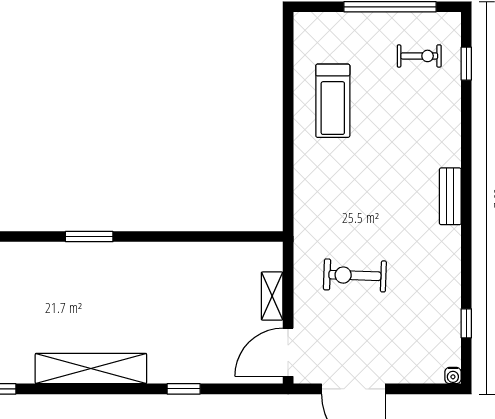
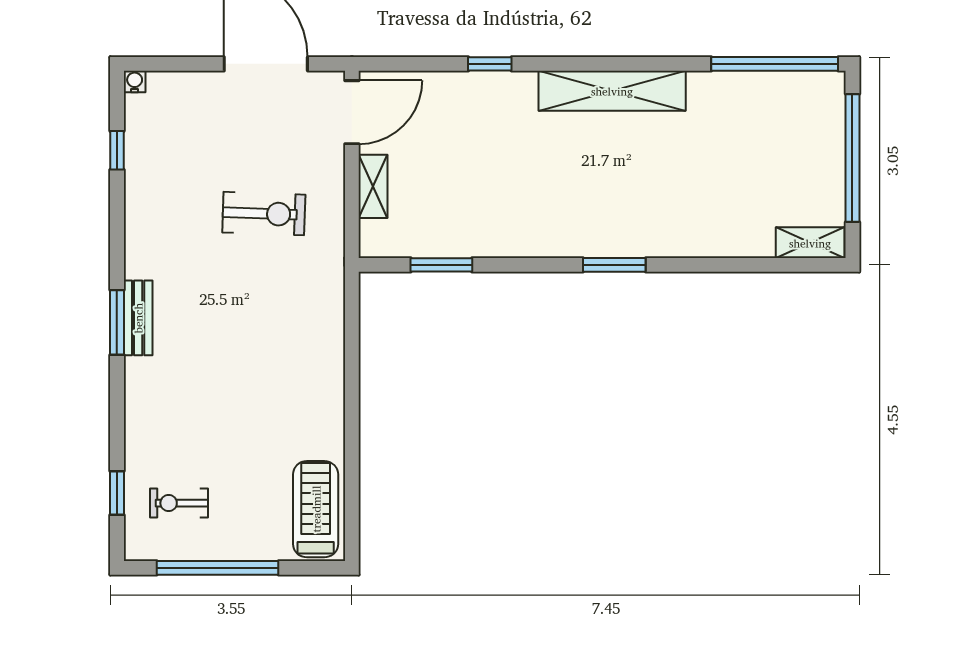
treadmill: (333, 101) -> (316, 509), moved
window: (466, 193) -> (117, 322), added
window: (220, 237) -> (441, 265), added

